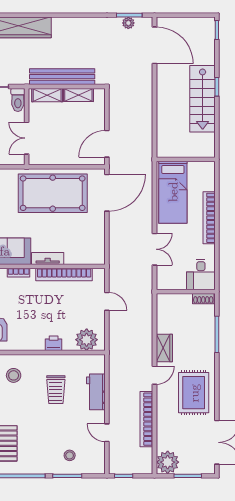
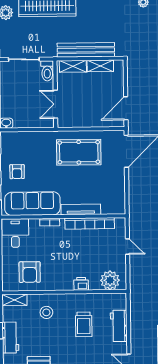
pool table: (53, 193) -> (79, 152), width x0.73, depth x0.76
tv unit: (48, 258) -> (81, 209), width x1.41

